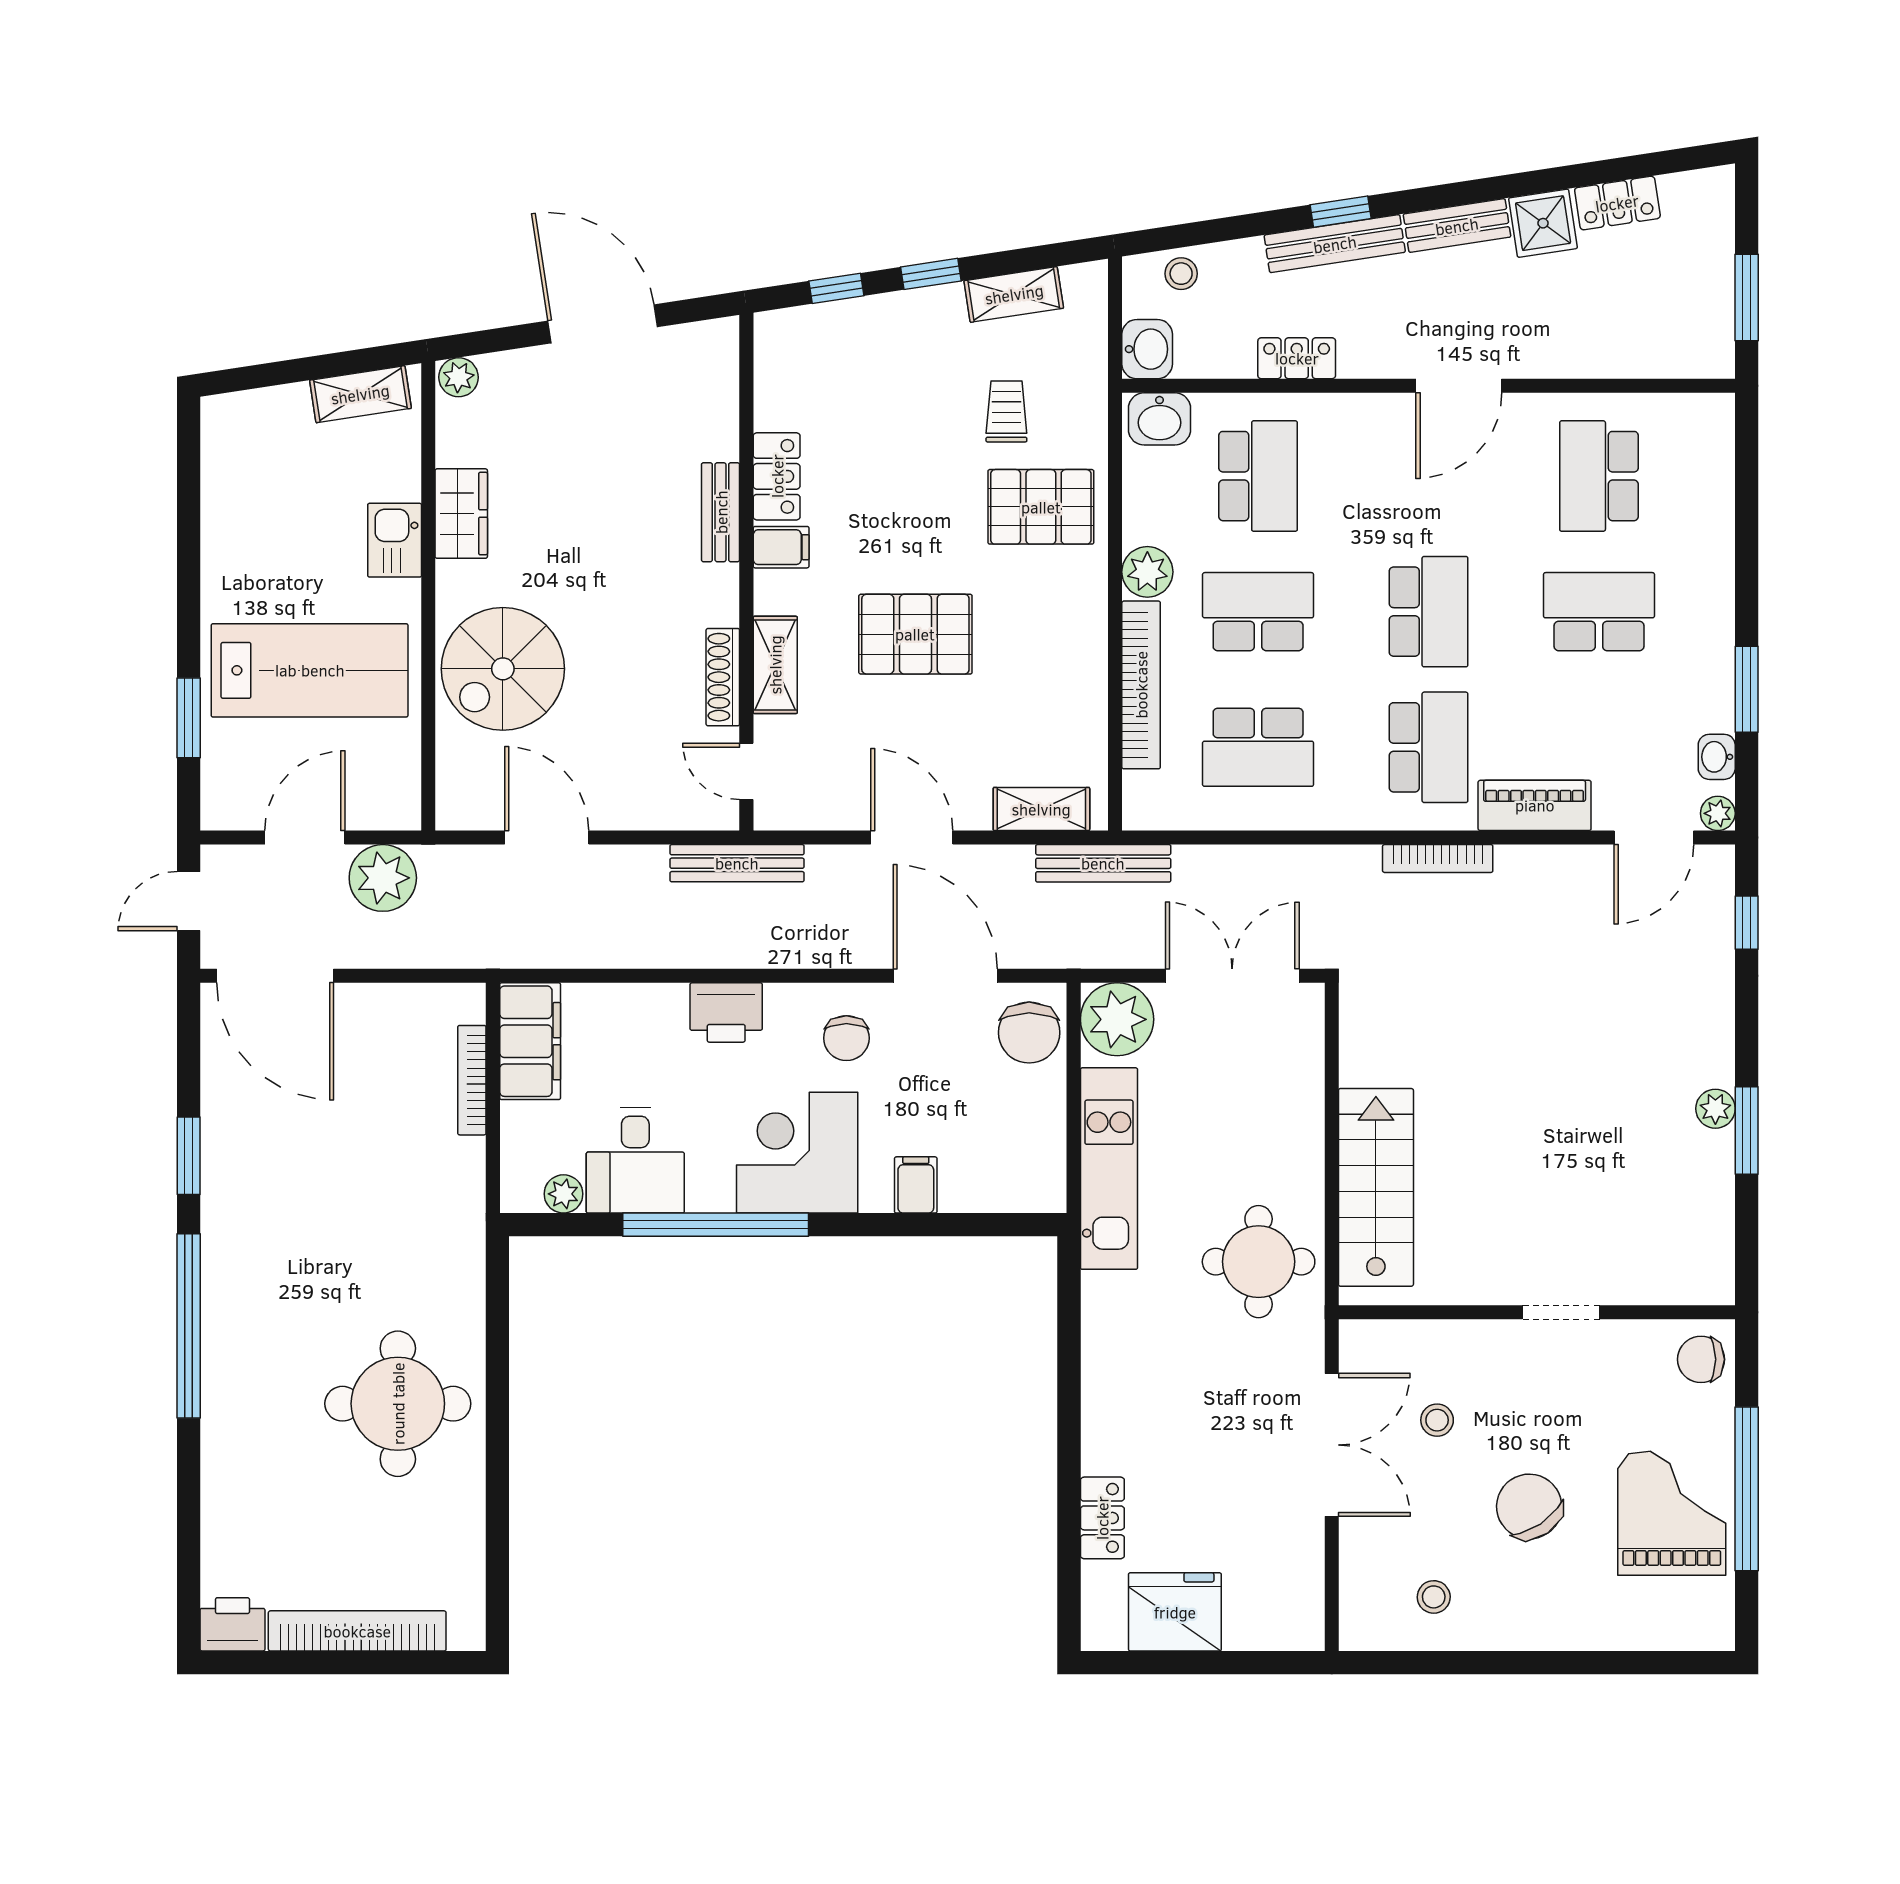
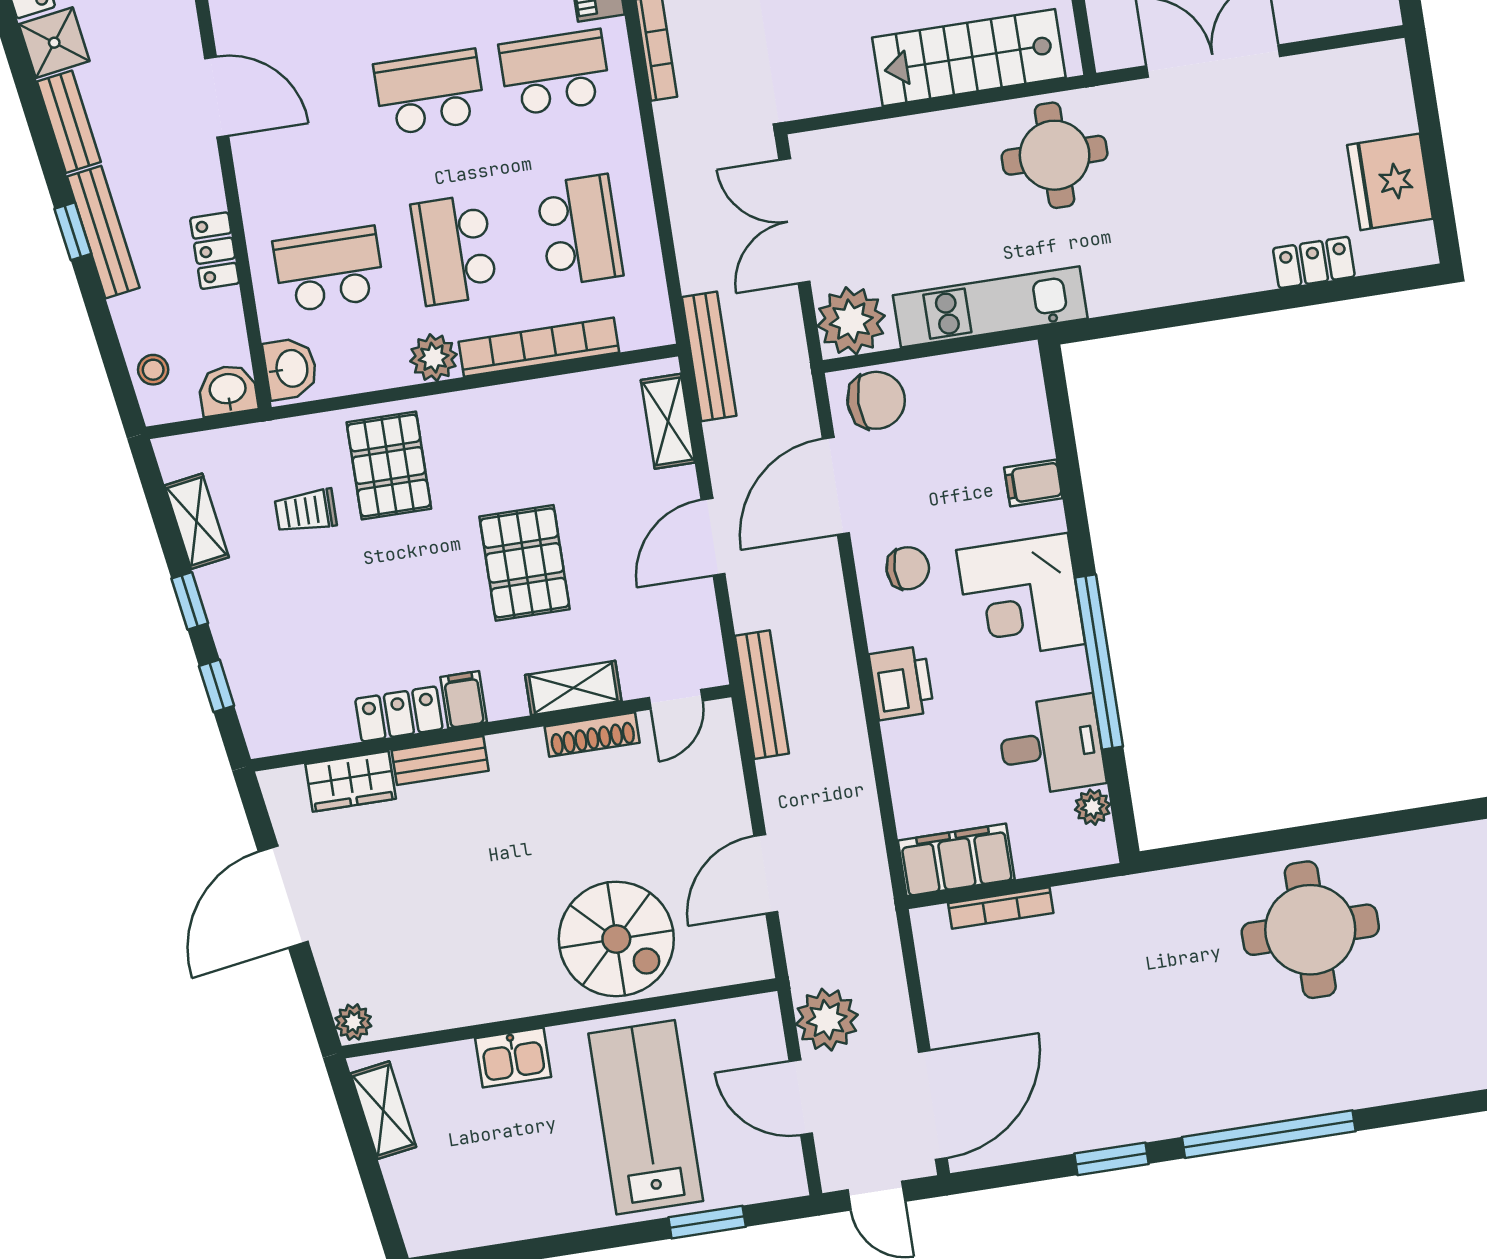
wardrobe: (461, 514) -> (351, 781), moved, turned 180

